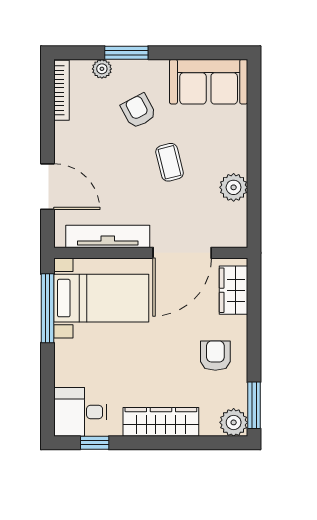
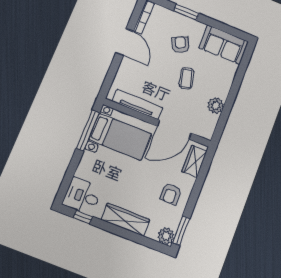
plant: (102, 69) -> (170, 15), removed
door: (47, 187) -> (125, 42), moved
armchair: (215, 356) -> (171, 194), turned 180

